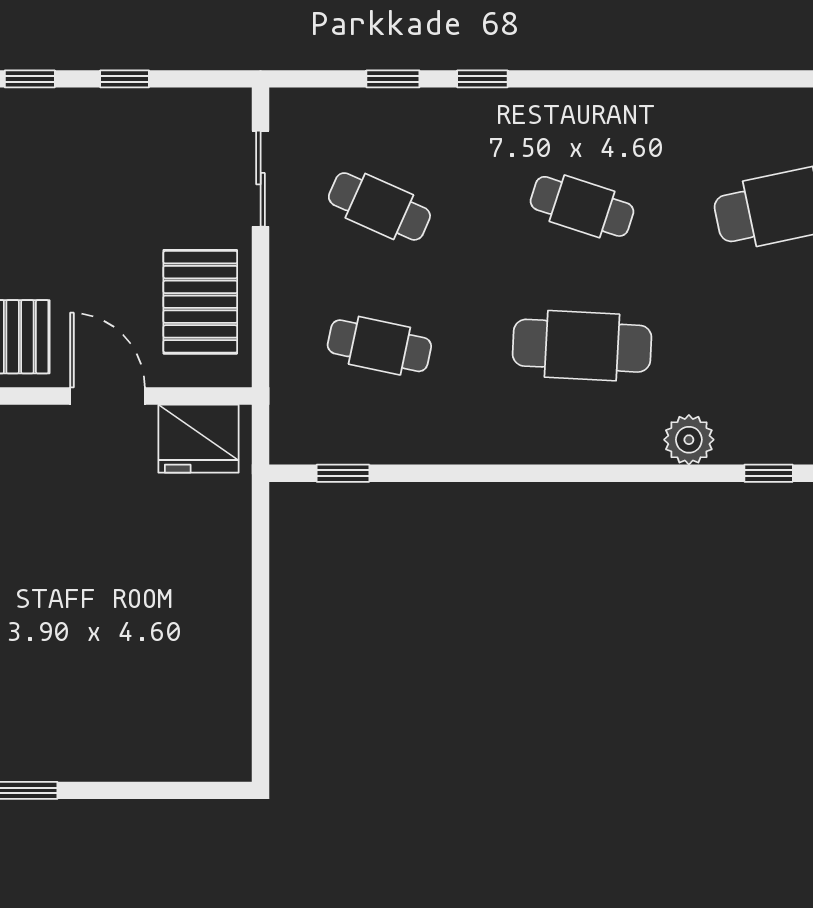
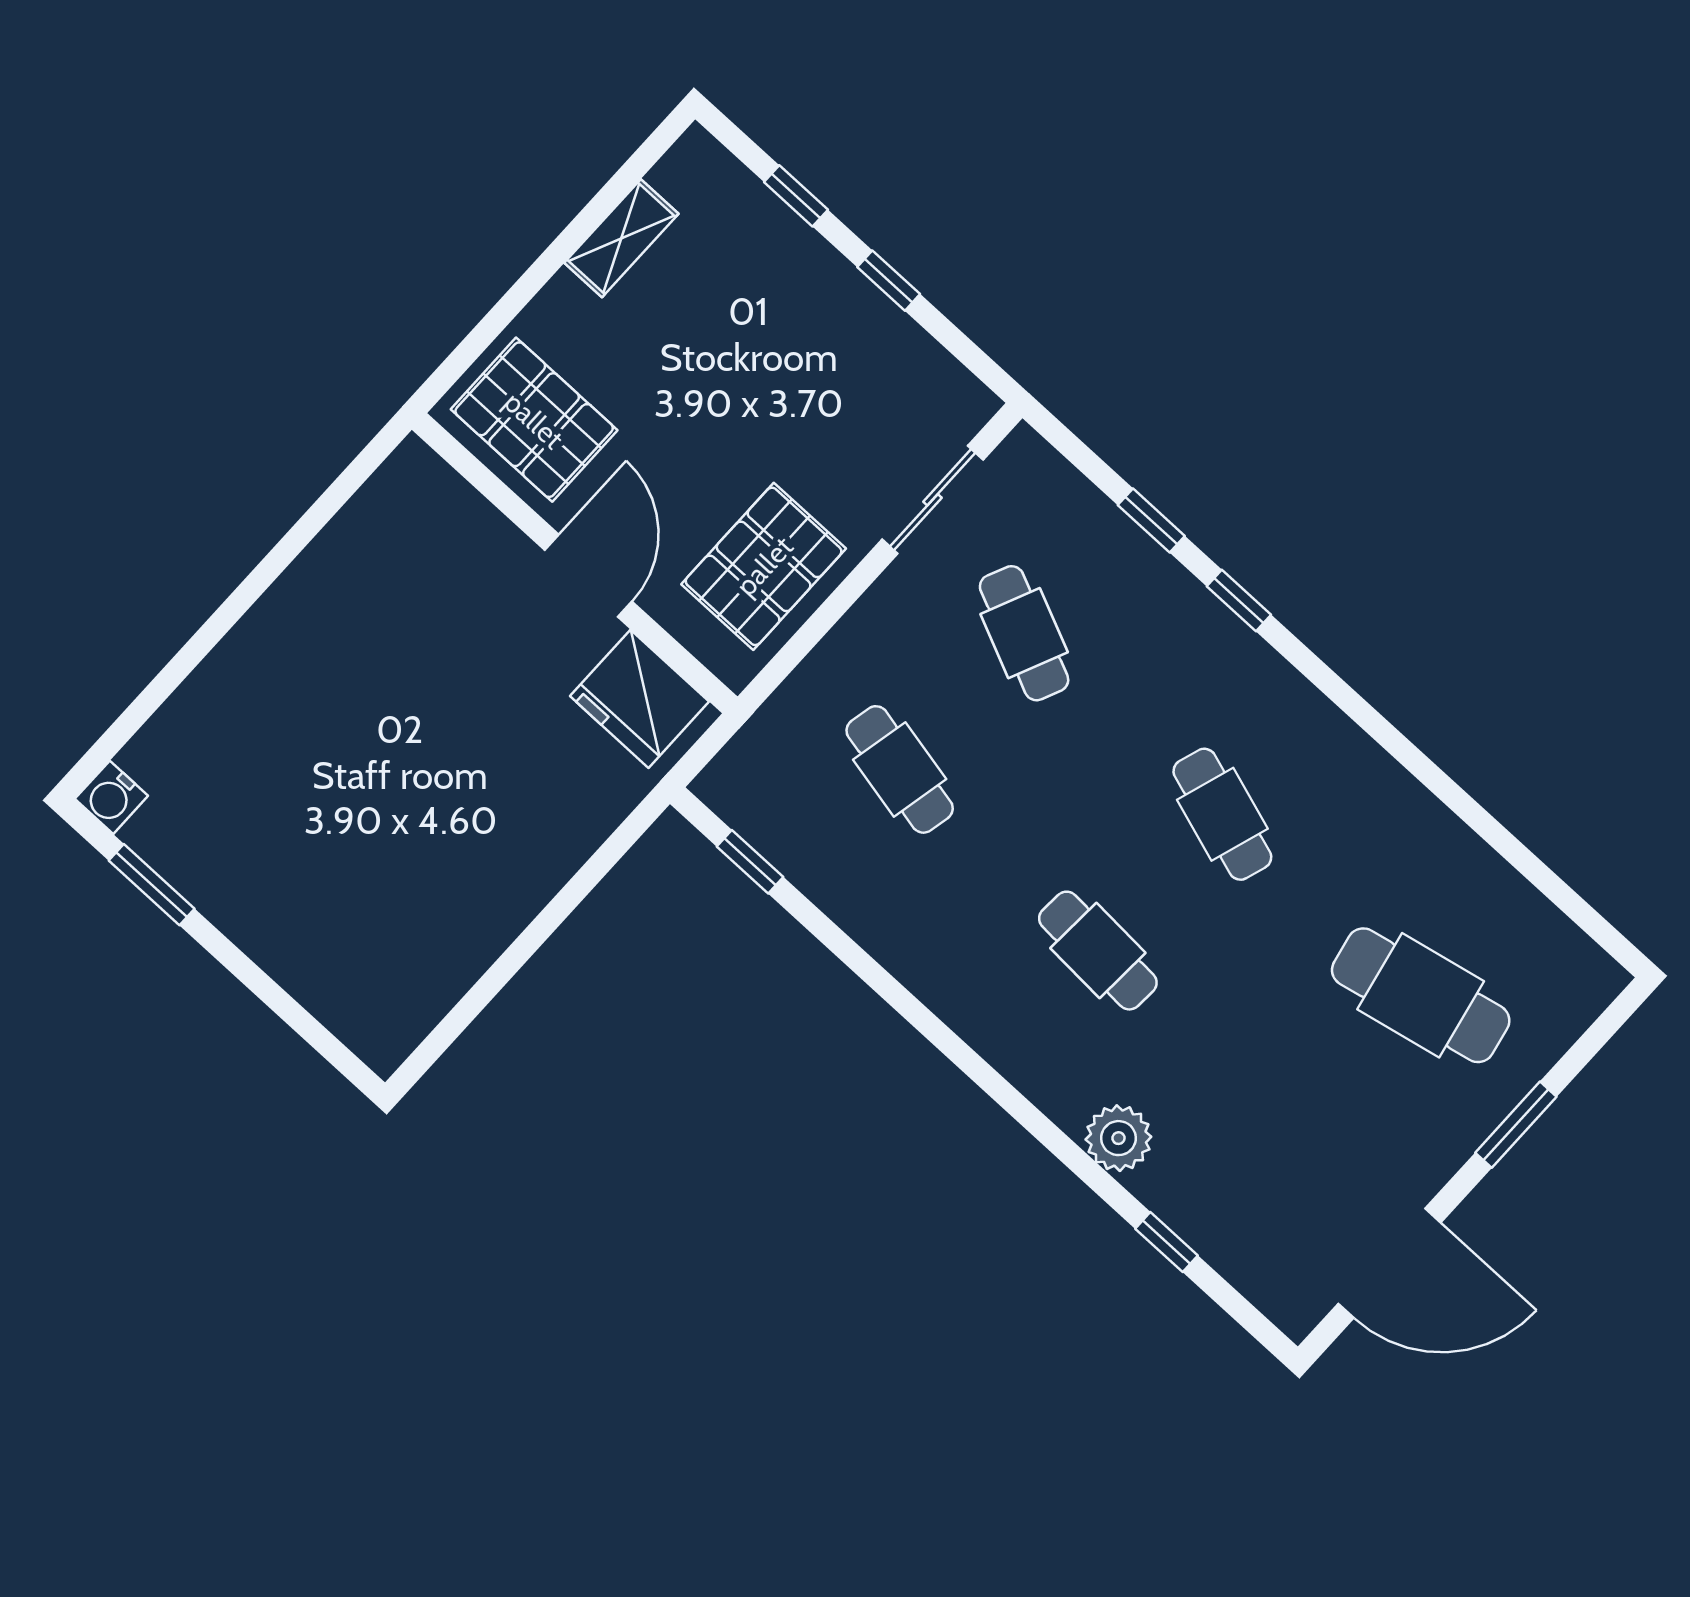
cafe table: (582, 346) -> (1098, 951), width x0.73, depth x0.74

